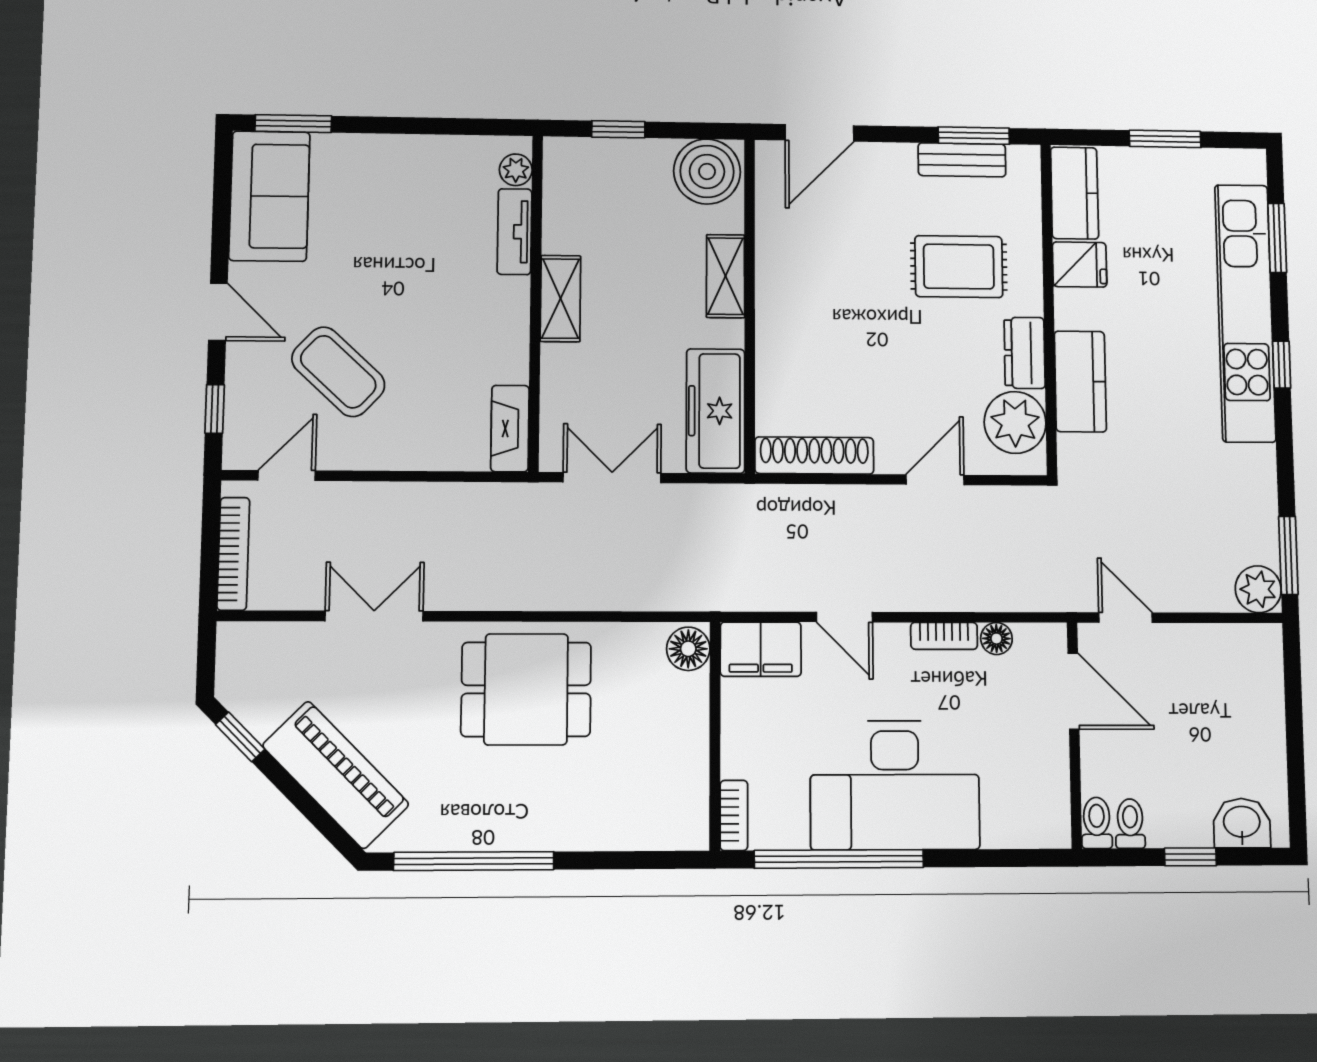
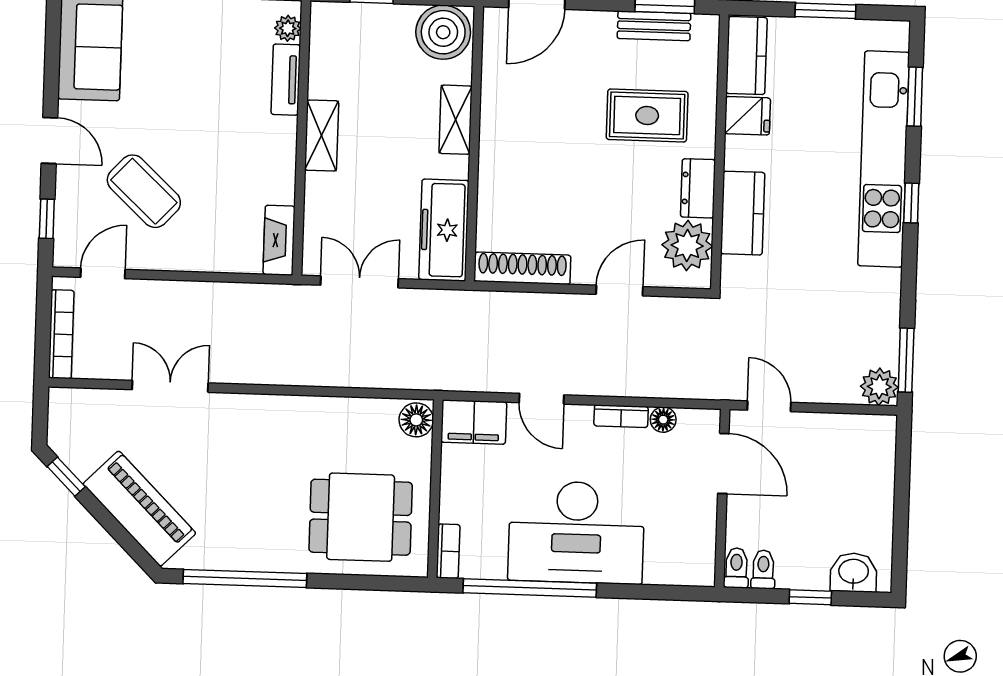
dining table: (526, 689) -> (361, 517), moved

